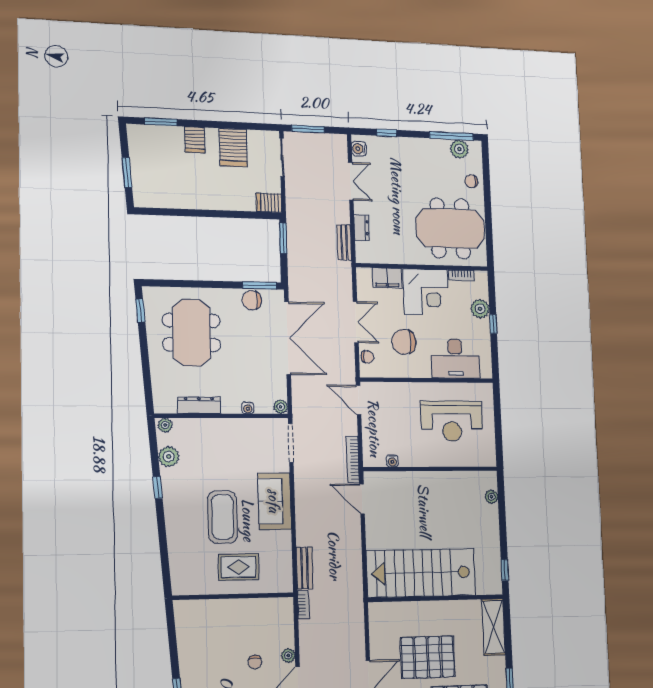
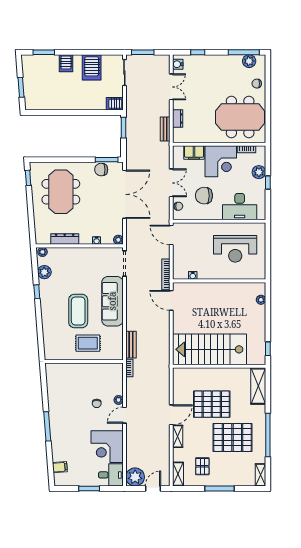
sofa: (274, 501) -> (112, 301), width x1.36

